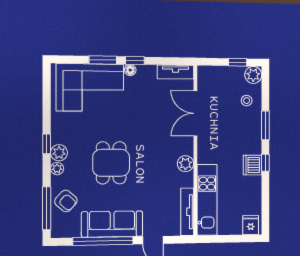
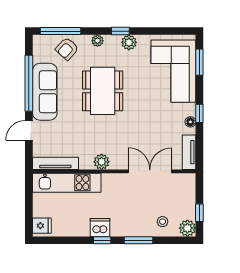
window: (103, 60) -> (199, 62), moved
floor lamp: (130, 70) -> (190, 122), moved
plant: (59, 153) -> (129, 42), moved
dining table: (111, 163) -> (103, 91), width x1.38

